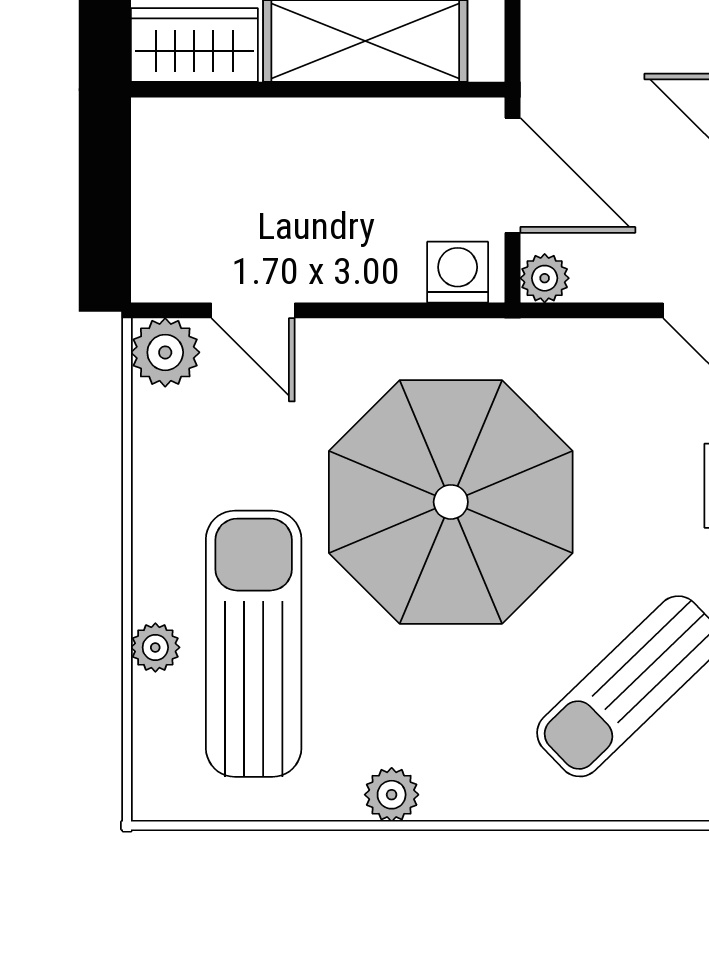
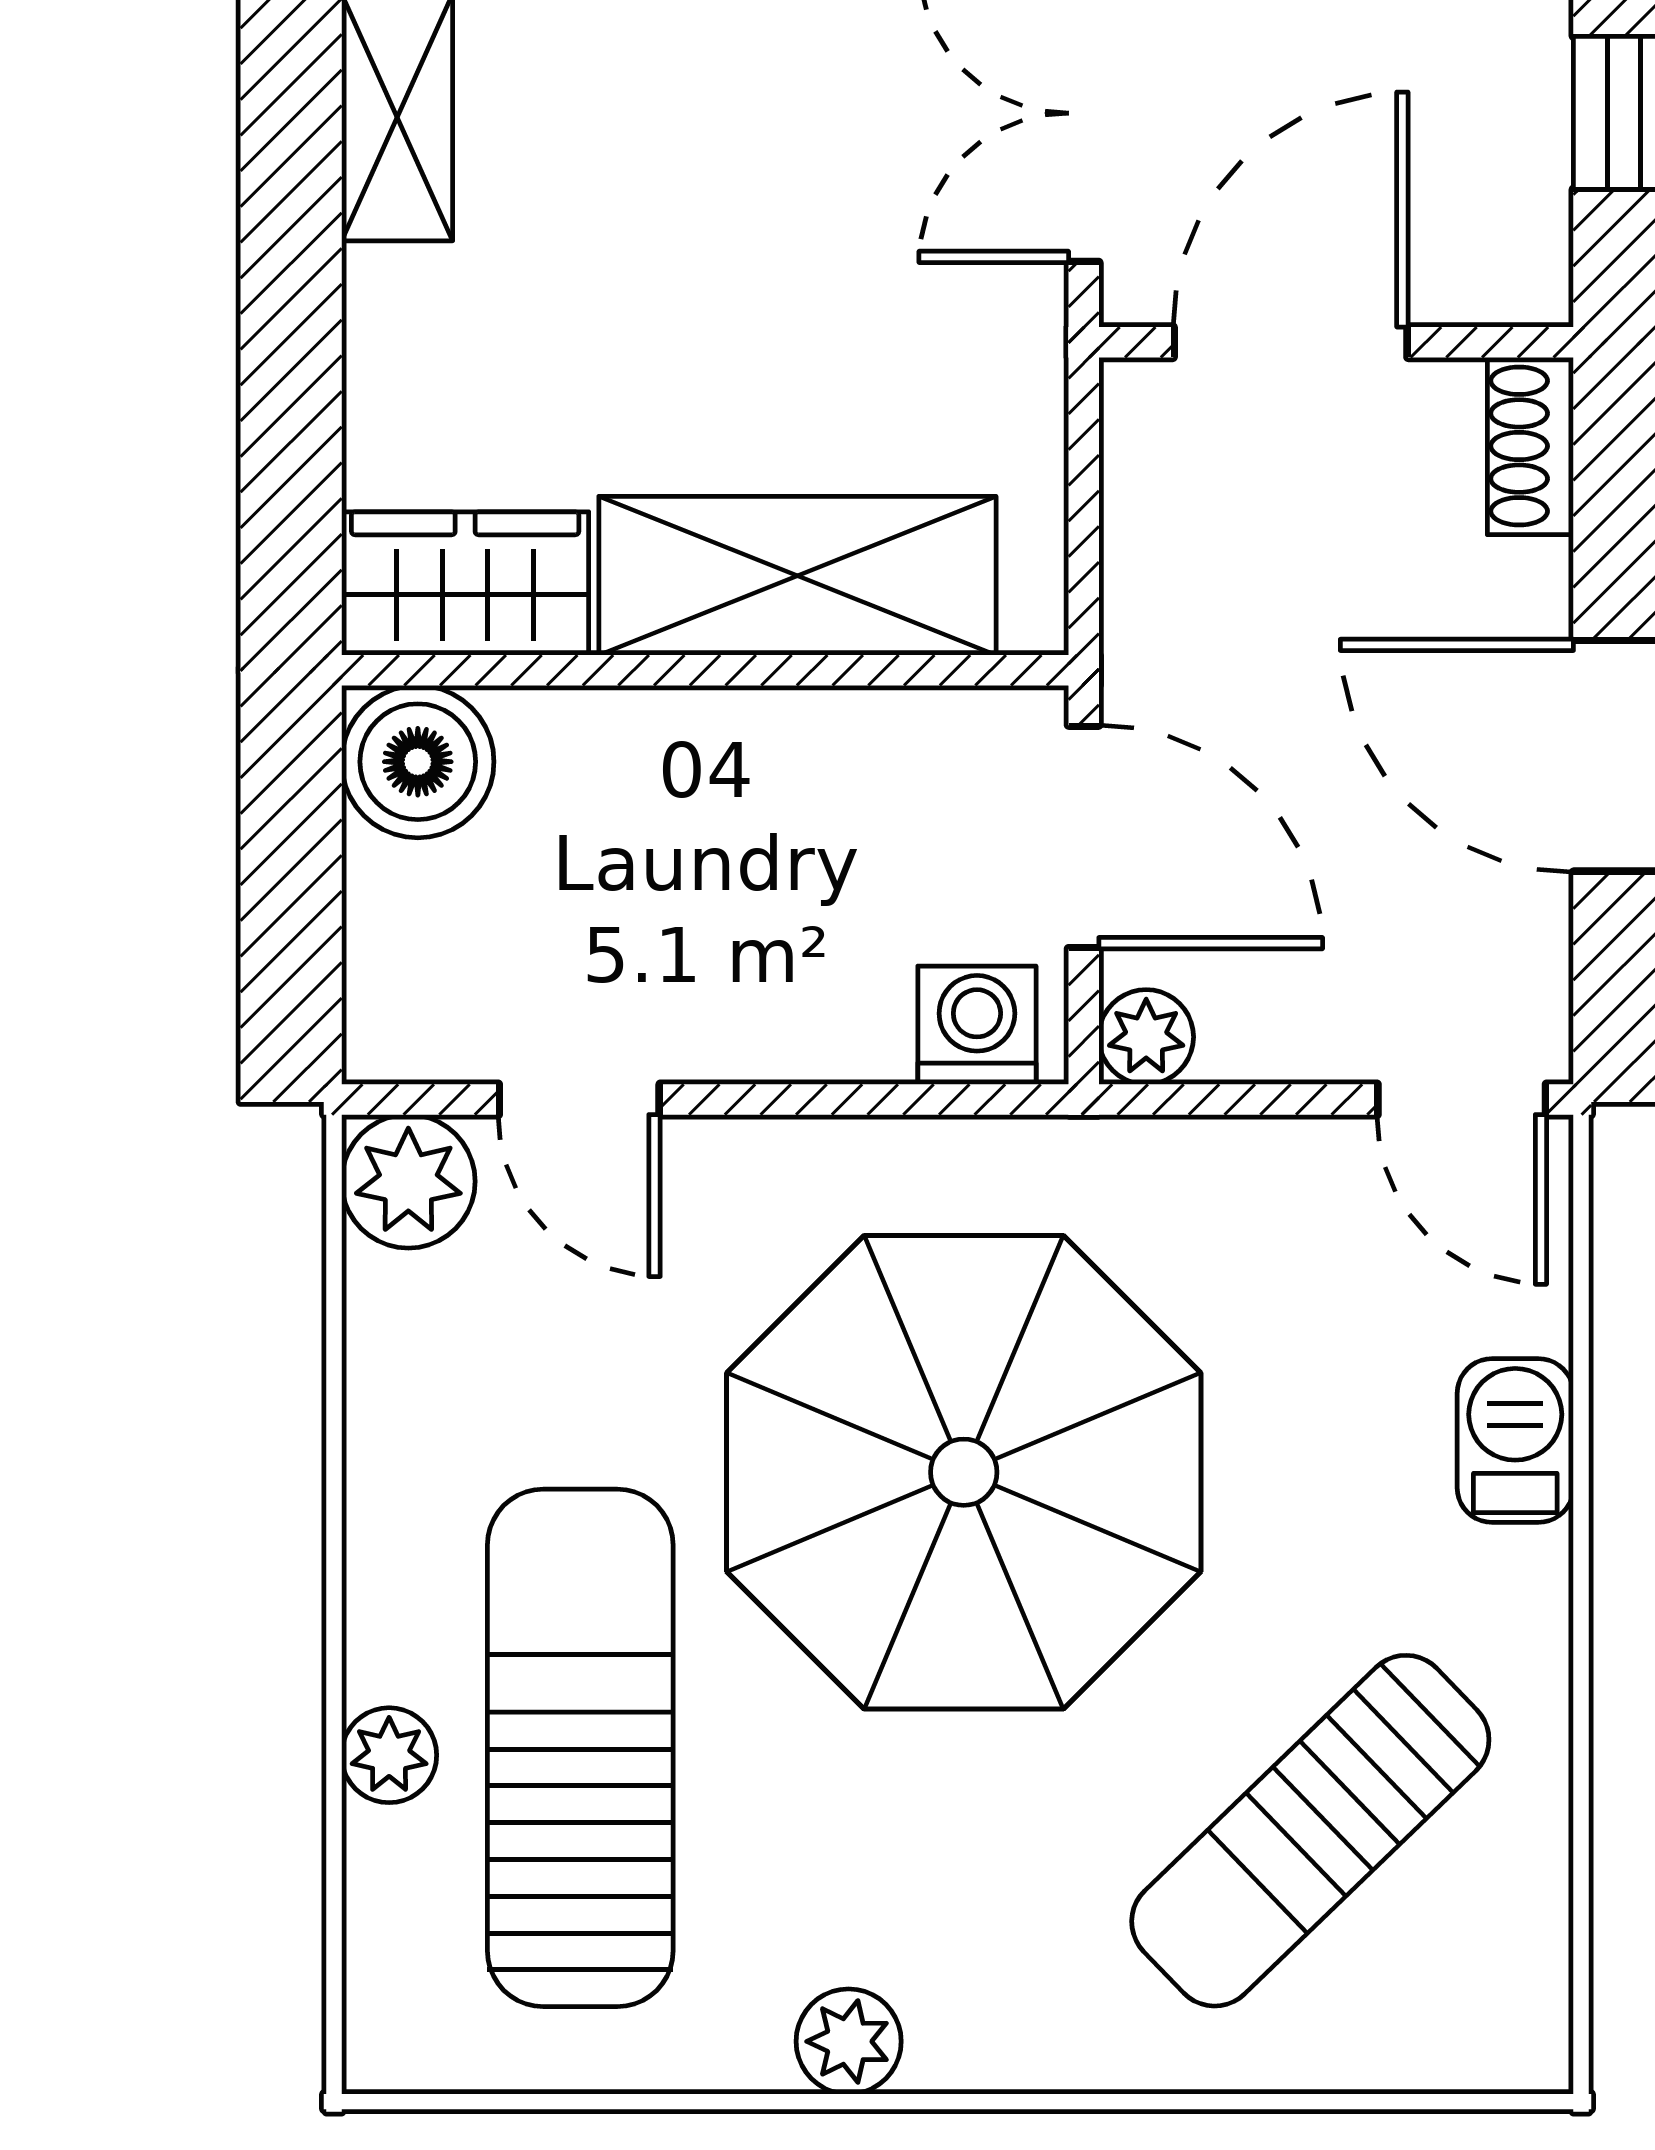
boiler: (170, 137) -> (418, 762), added

